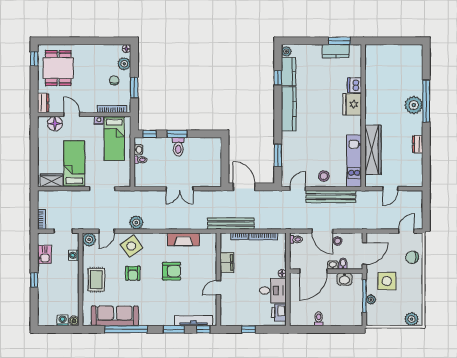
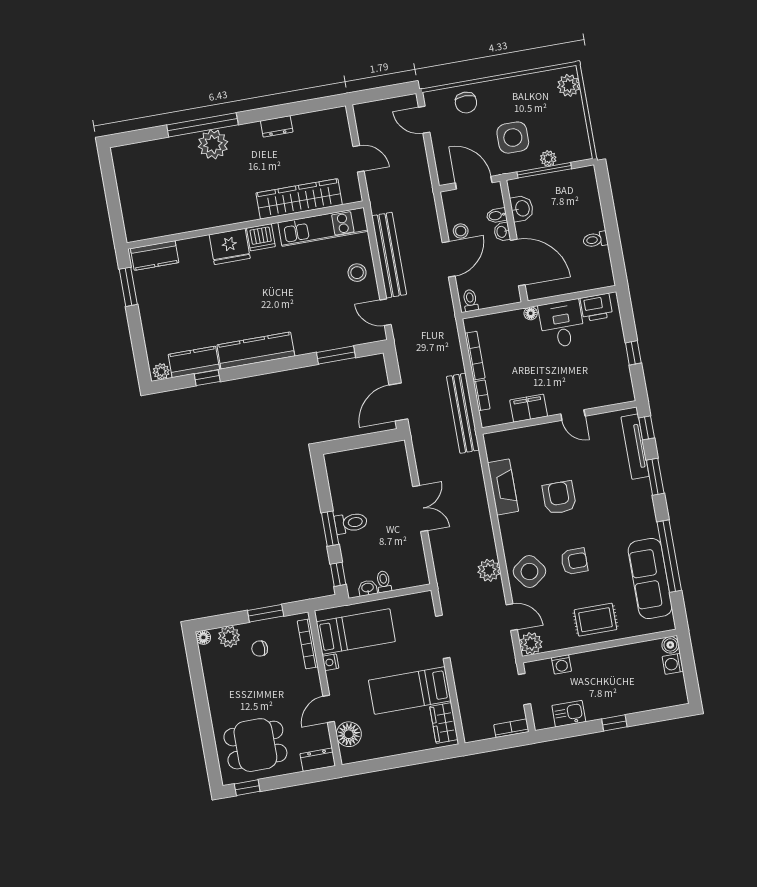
kitchen counter: (336, 51) -> (155, 256), moved, turned 90
dishwasher: (354, 85) -> (261, 237), moved

